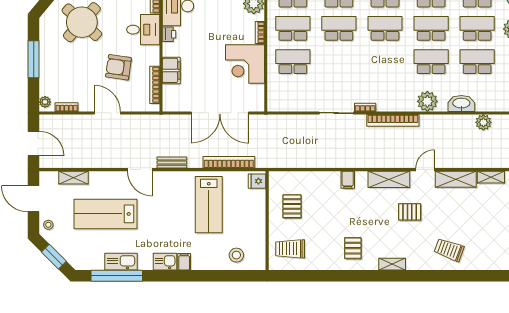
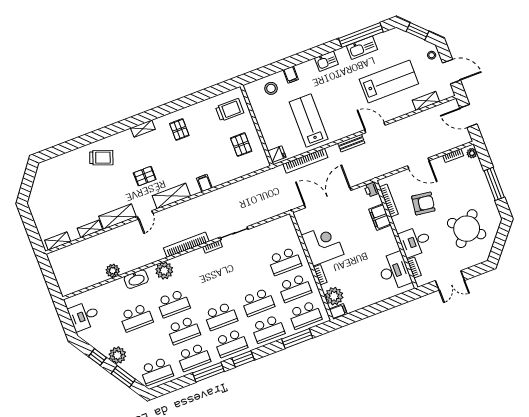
school desk: (477, 28) -> (146, 345), removed
printer: (169, 34) -> (371, 190), moved
filing cabinet: (184, 262) -> (291, 75), moved

